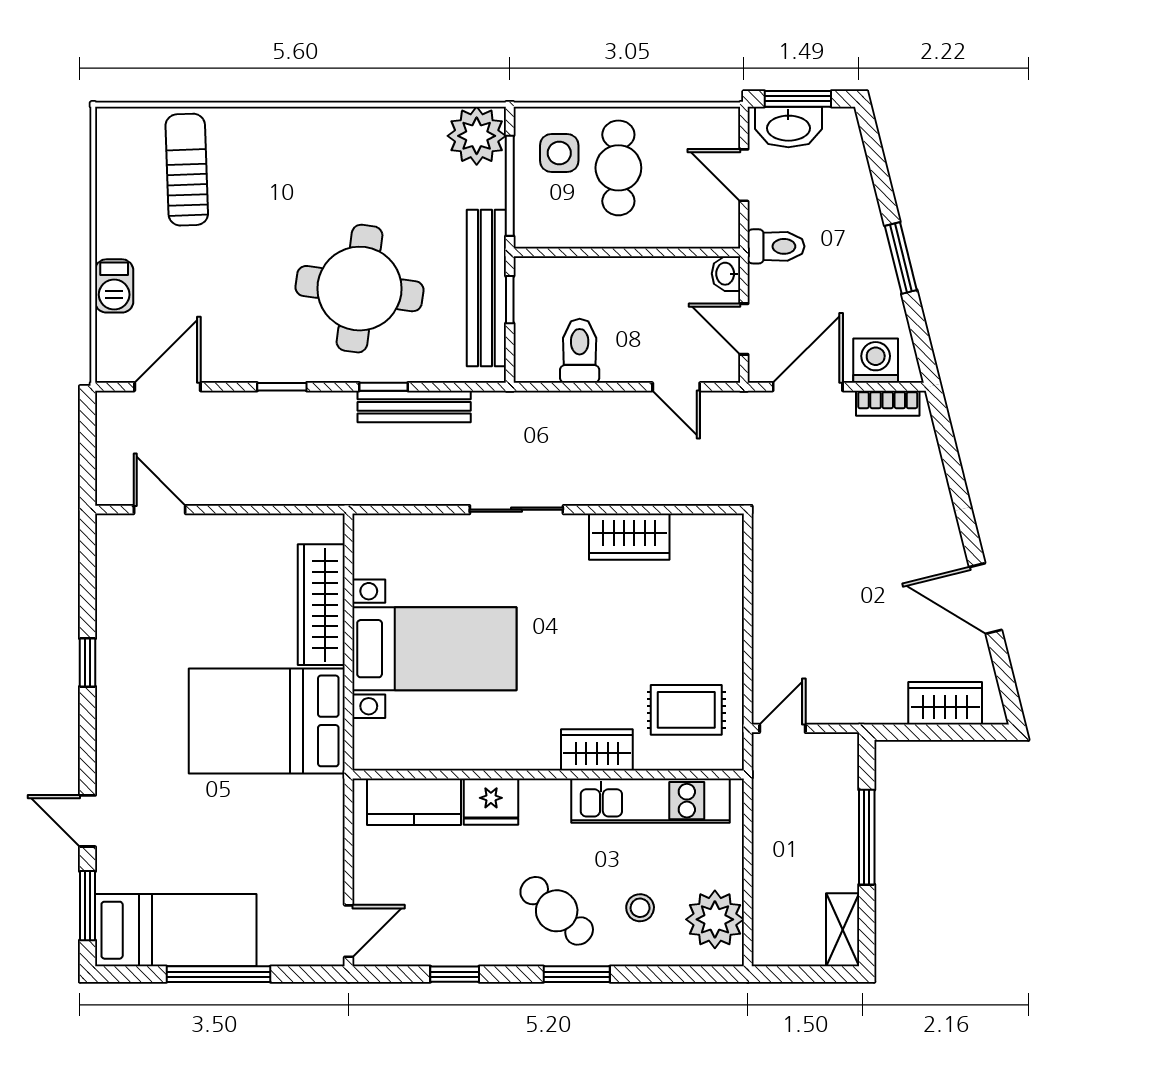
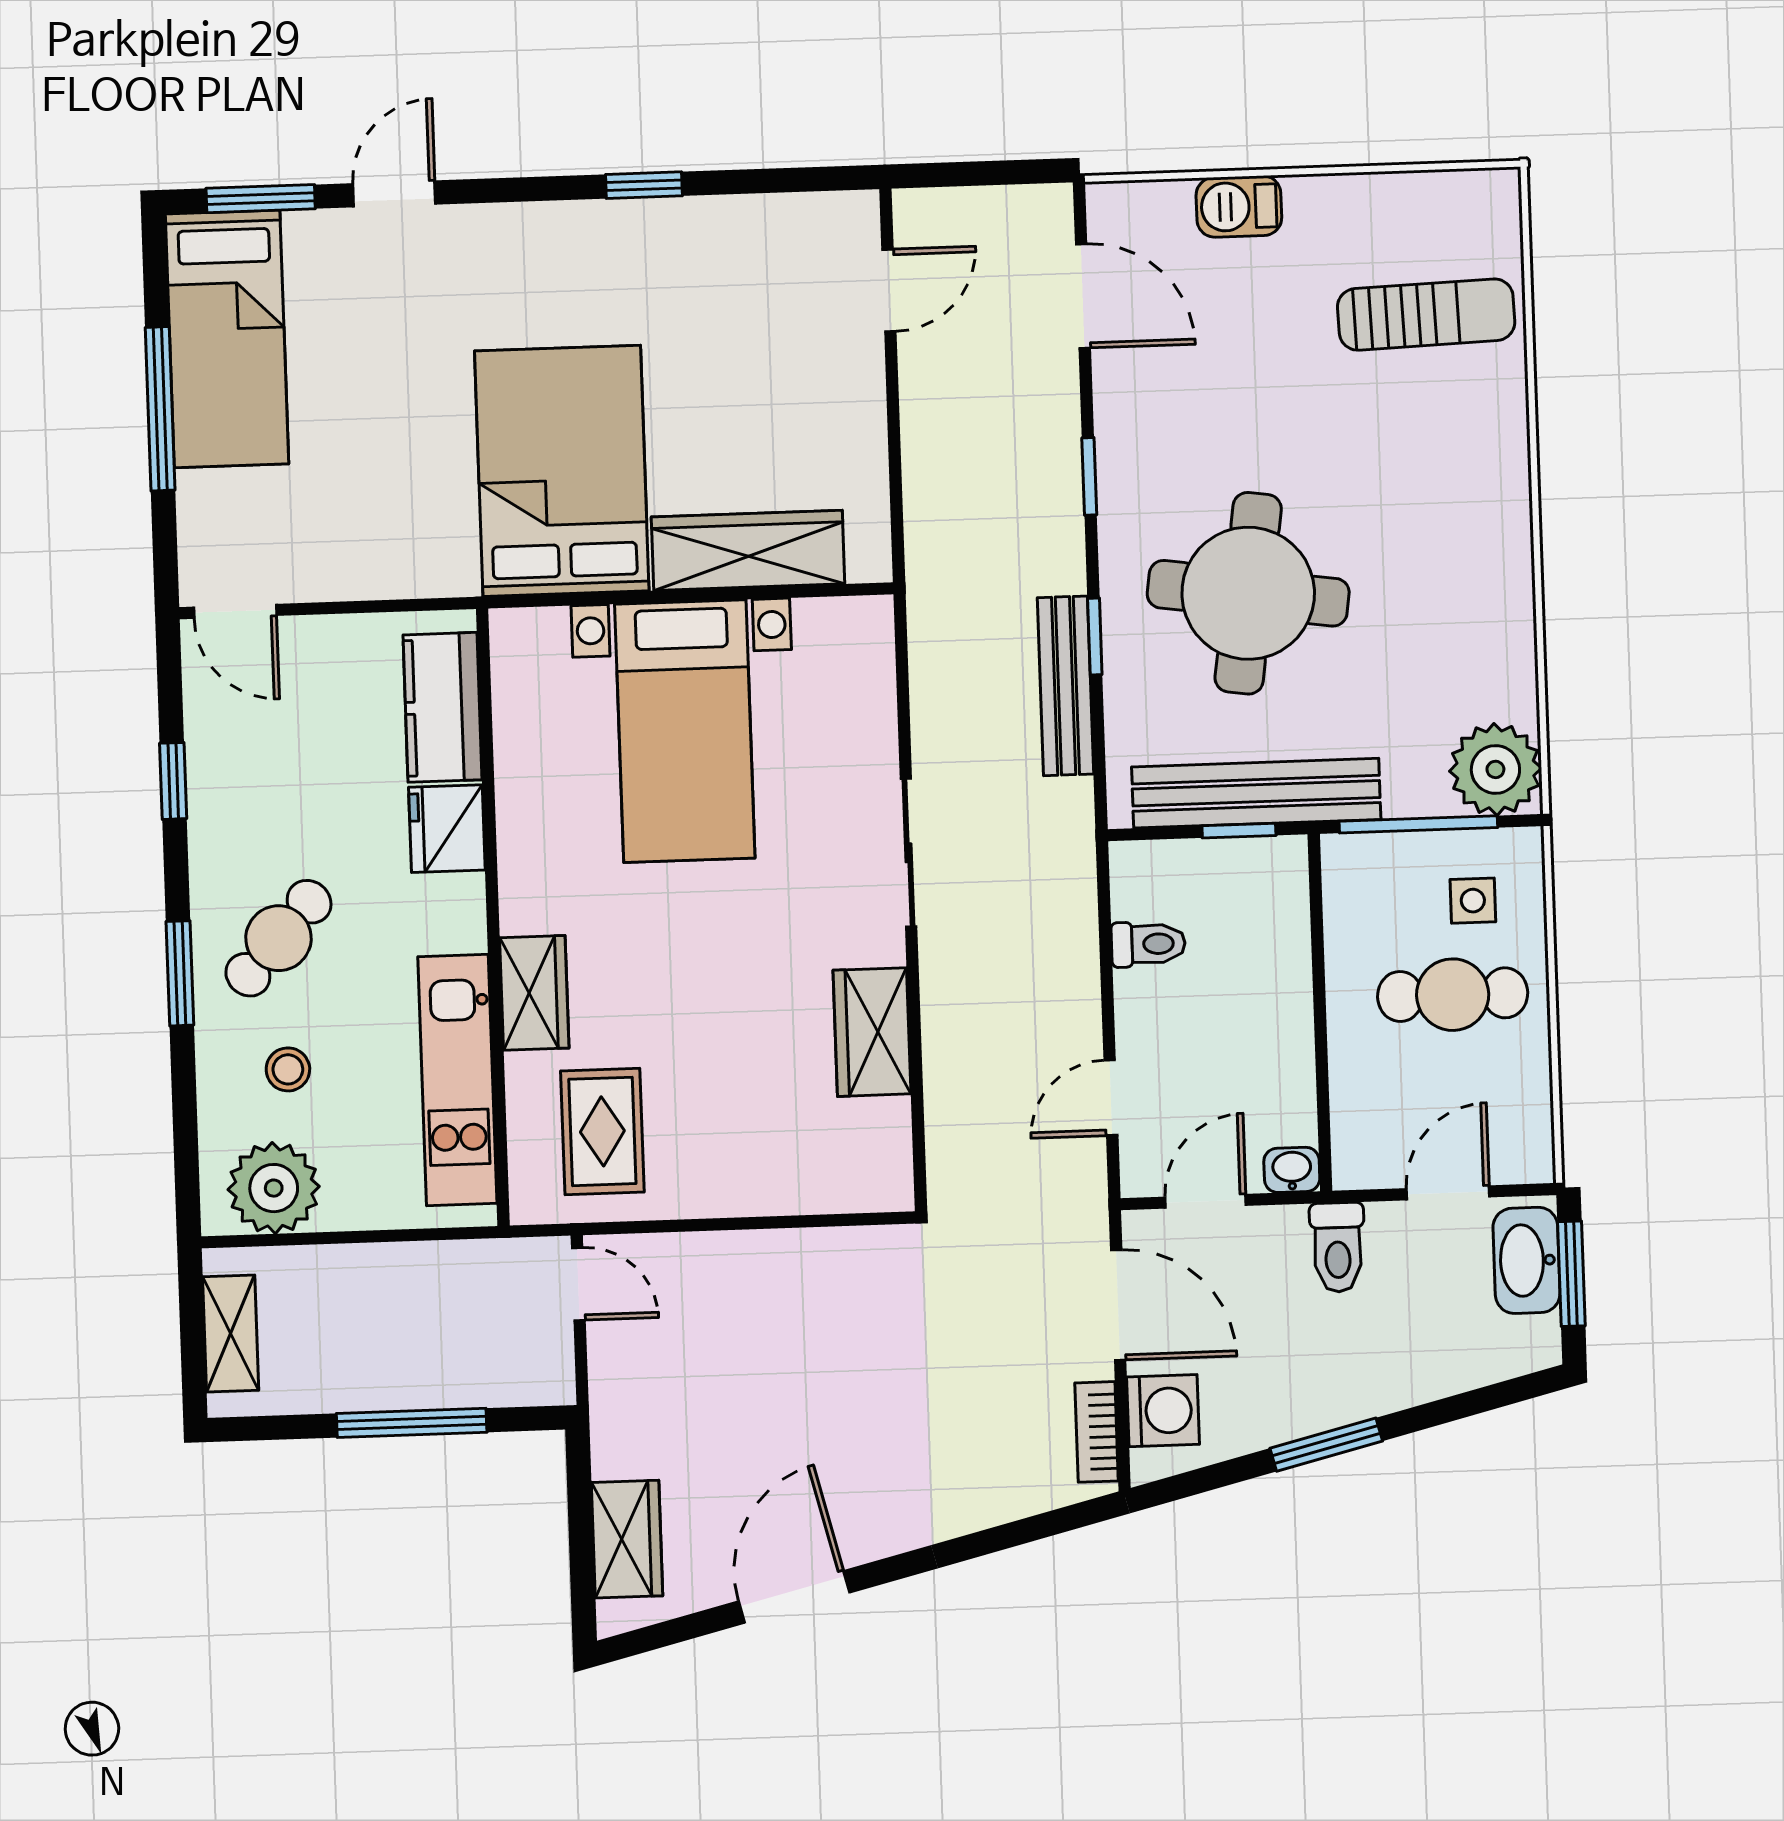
side table: (559, 153) -> (1473, 901), width x0.73, depth x0.73
toilet: (580, 351) -> (1148, 944), width x0.73, depth x0.72
shelving: (843, 930) -> (231, 1333), moved, turned 90

